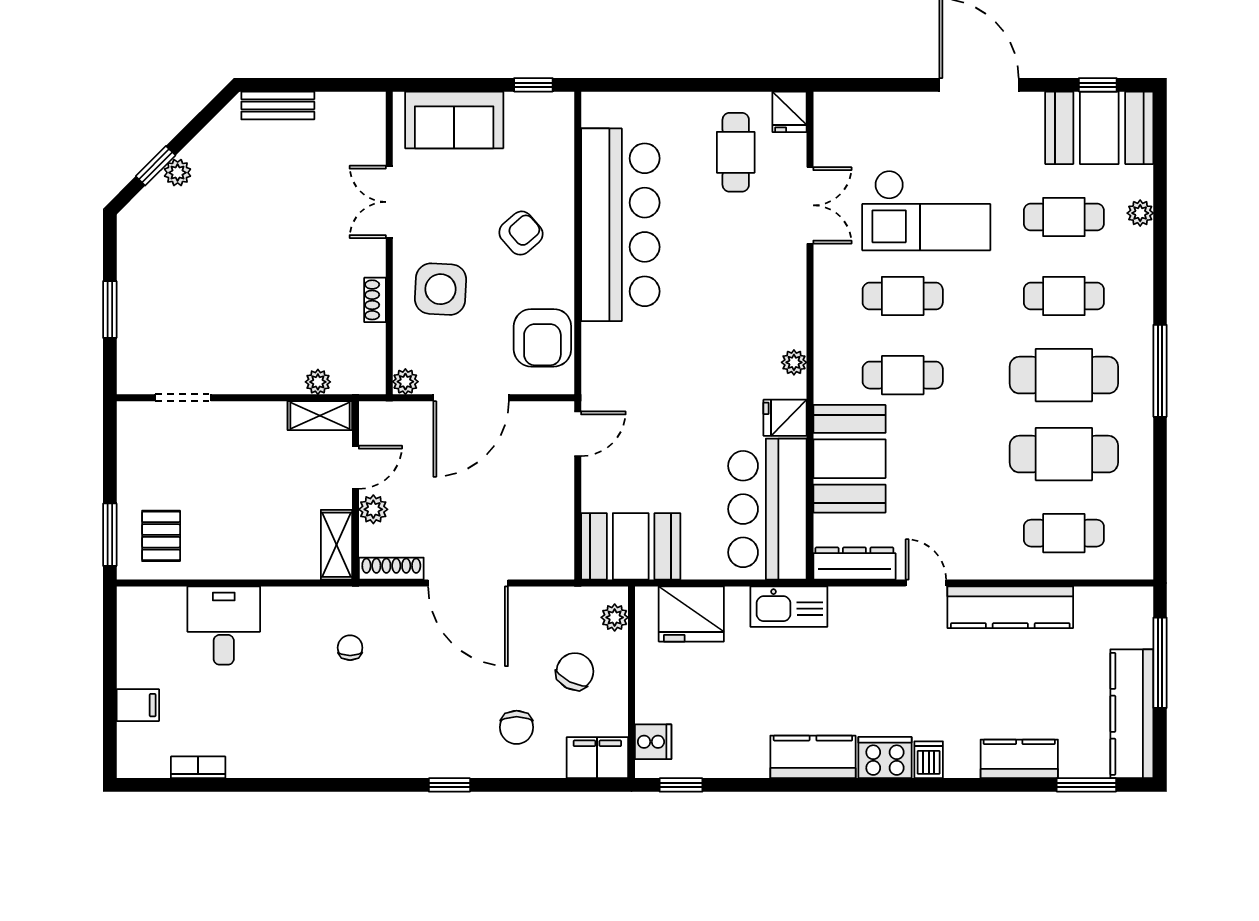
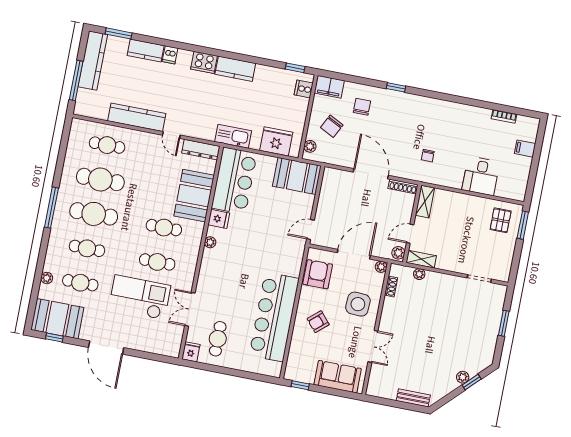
shoe rack: (375, 300) -> (391, 286), moved
plant: (373, 509) -> (398, 253), moved
dishwasher: (929, 760) -> (170, 55), moved

